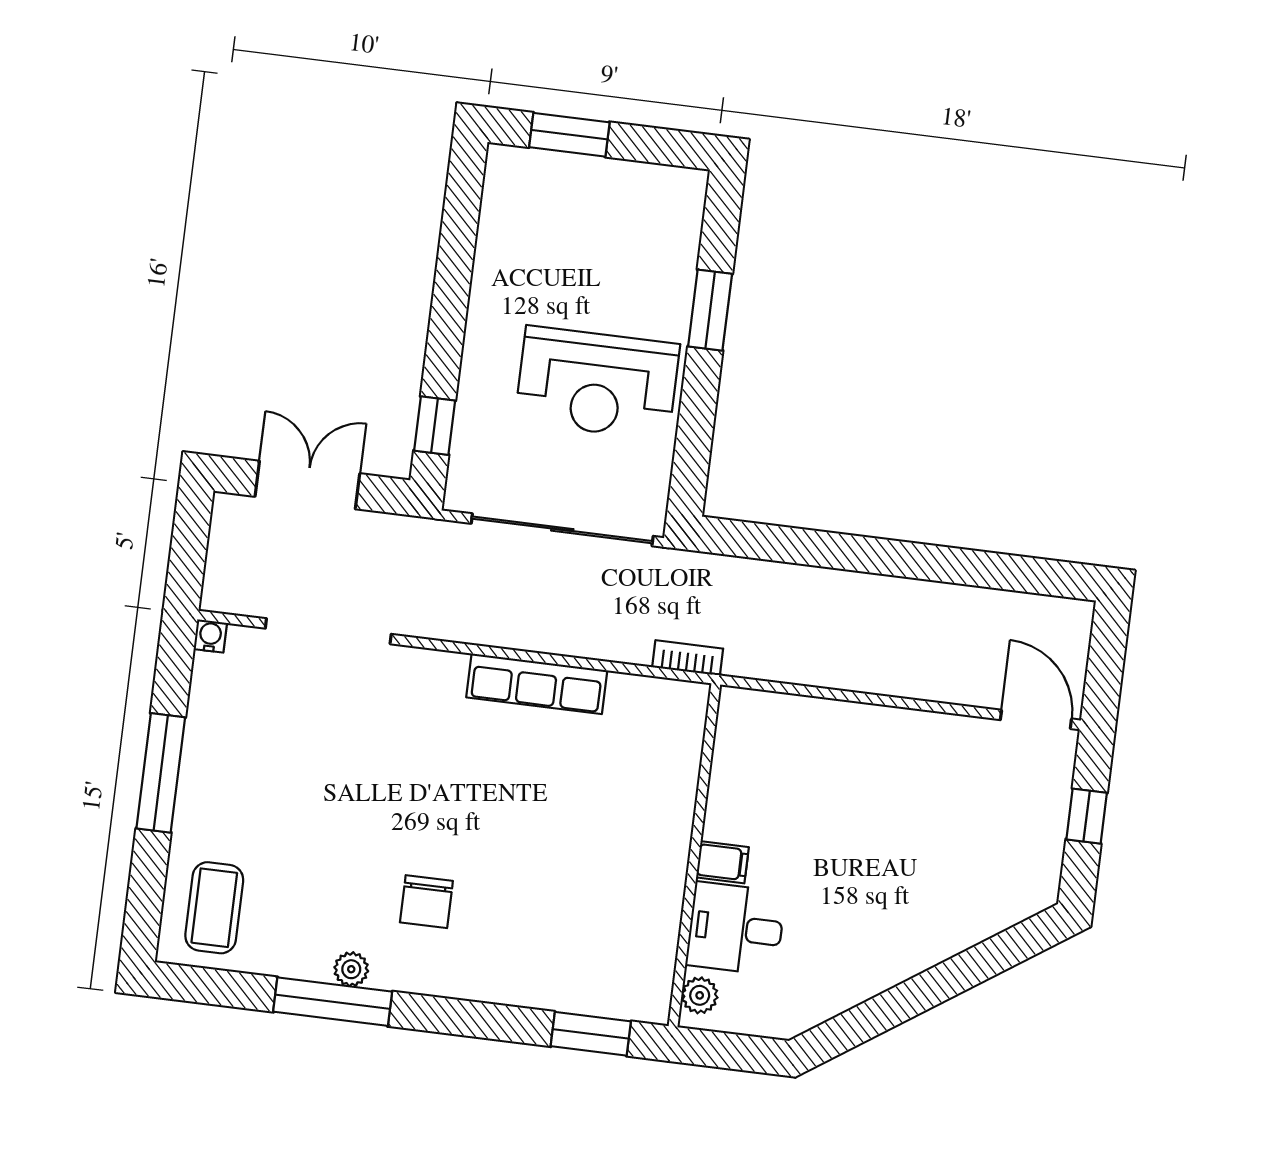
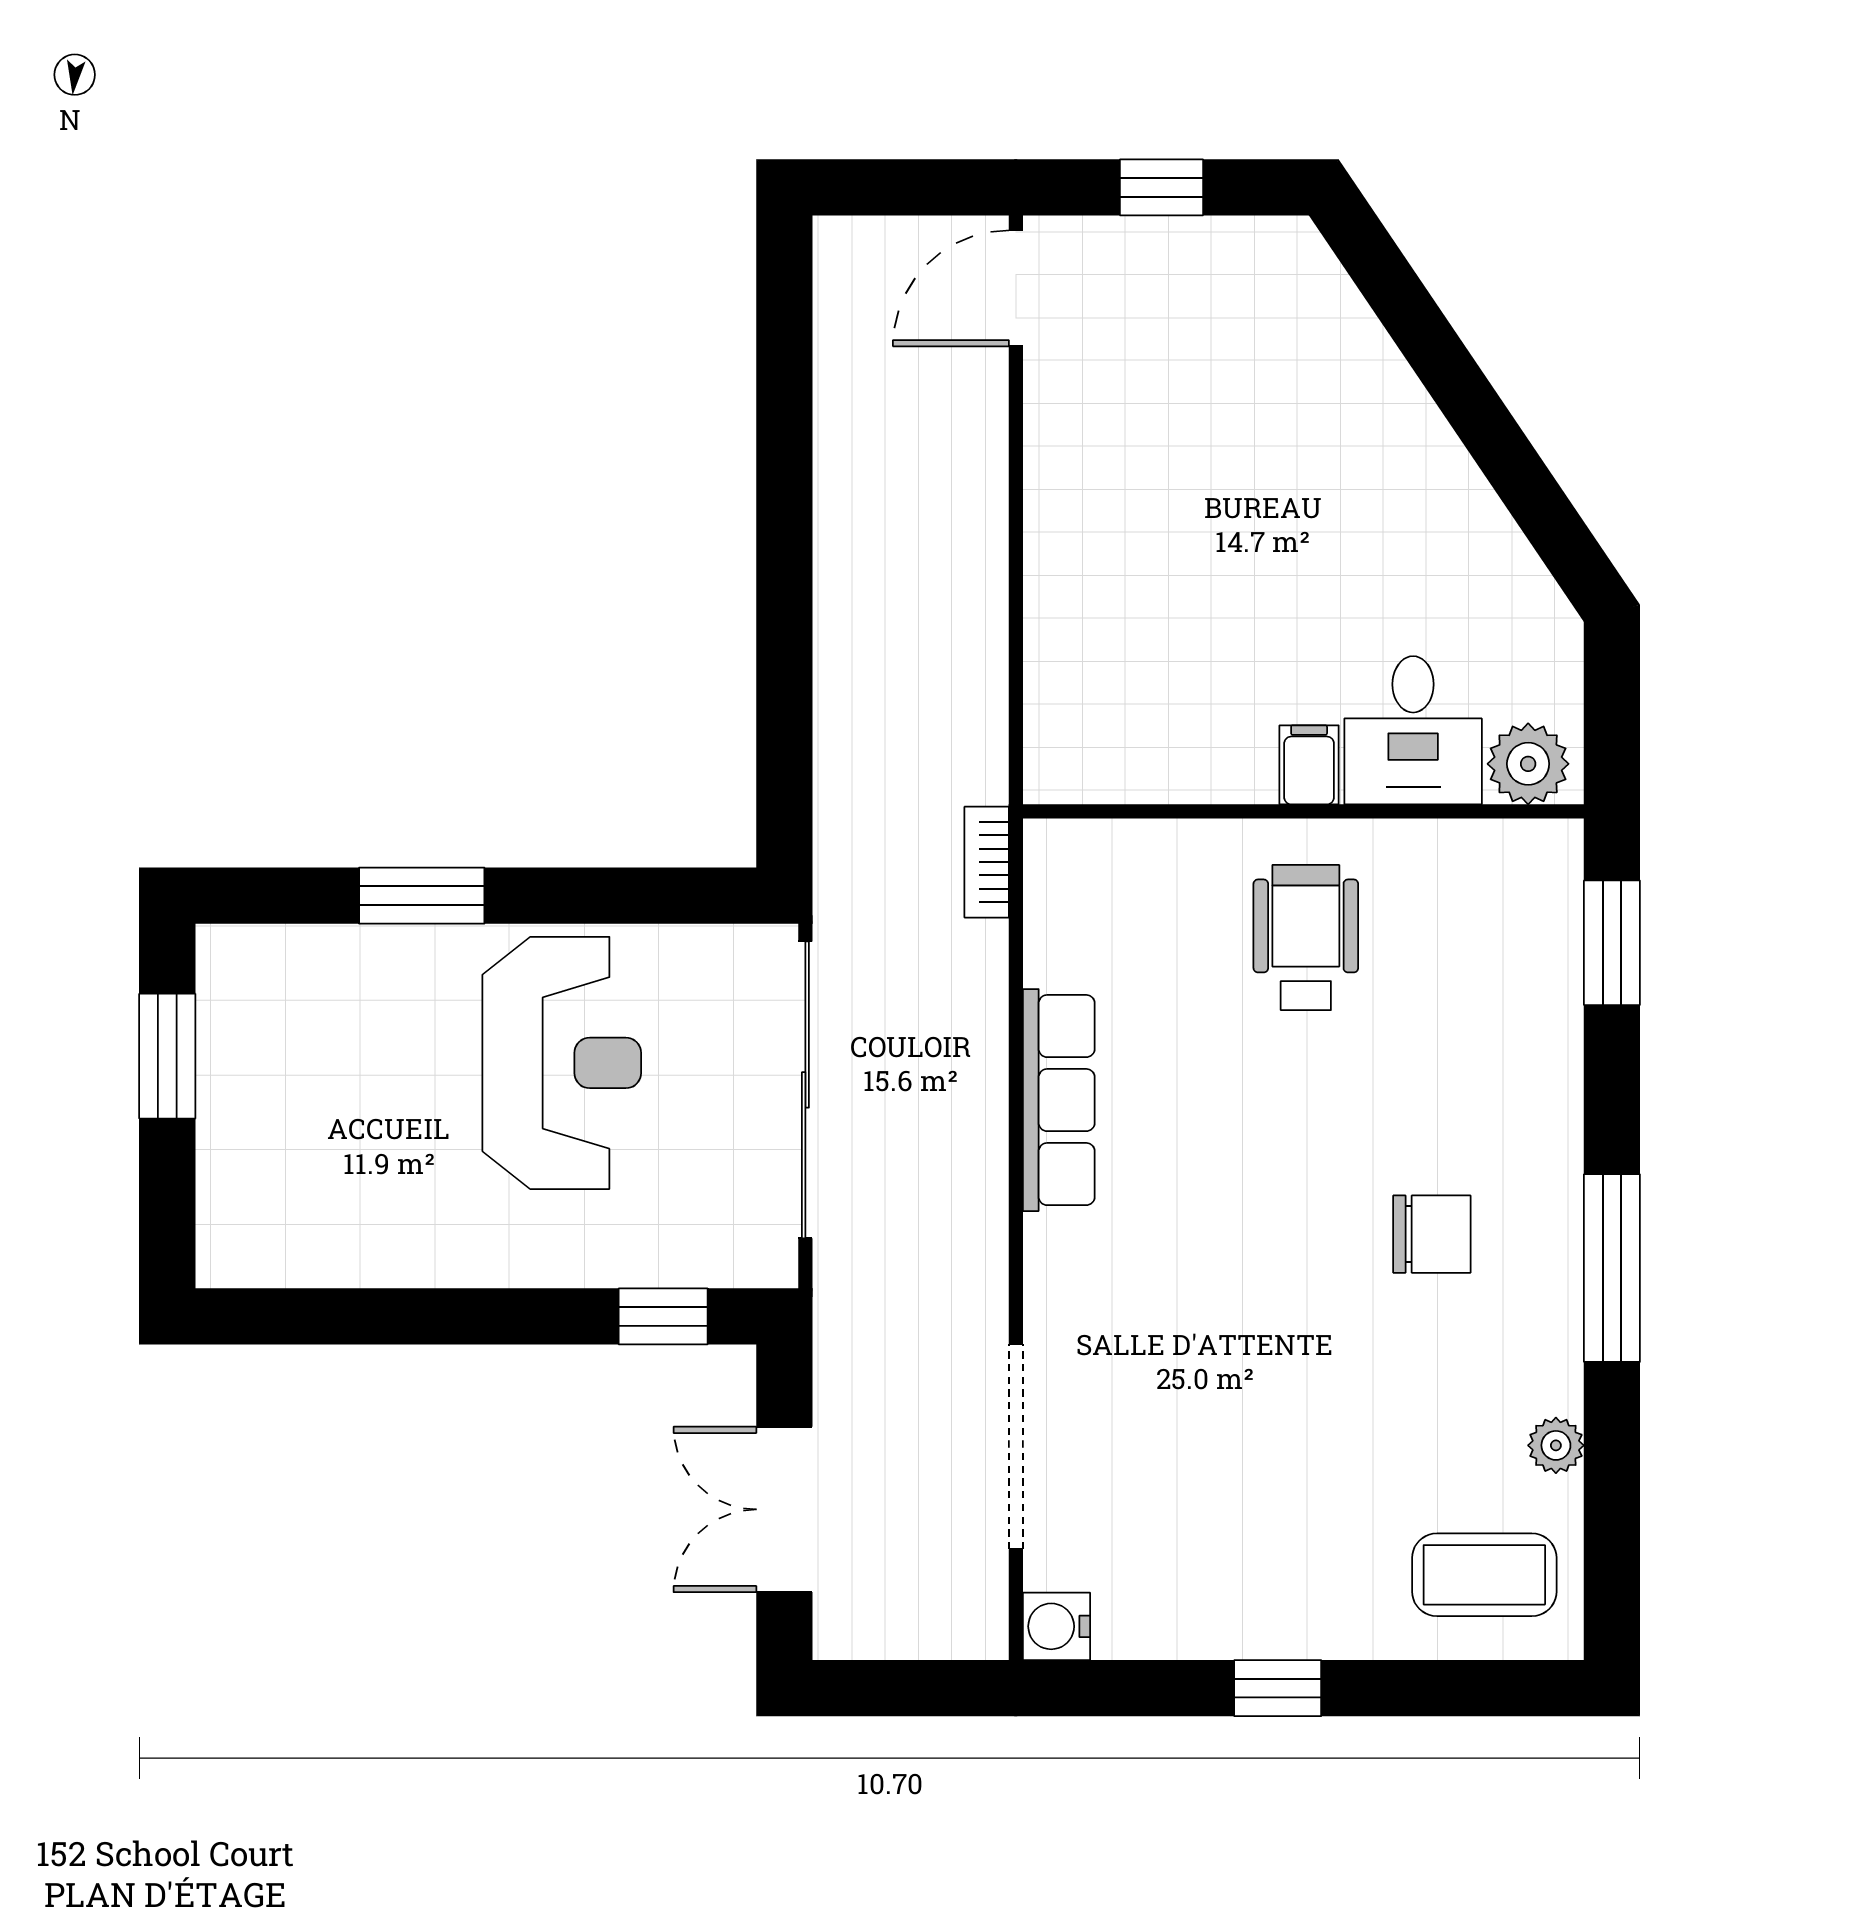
window: (569, 135) -> (167, 1056), moved
water cooler: (210, 636) -> (1057, 1626), width x1.38, depth x1.38
window: (161, 773) -> (1278, 1688), width x0.46
wheelchair: (617, 847) -> (1306, 938), added
plant: (351, 969) -> (1556, 1445), moved
plant: (700, 995) -> (1528, 764), width x1.38, depth x1.38
window: (333, 1002) -> (1612, 1268), moved

